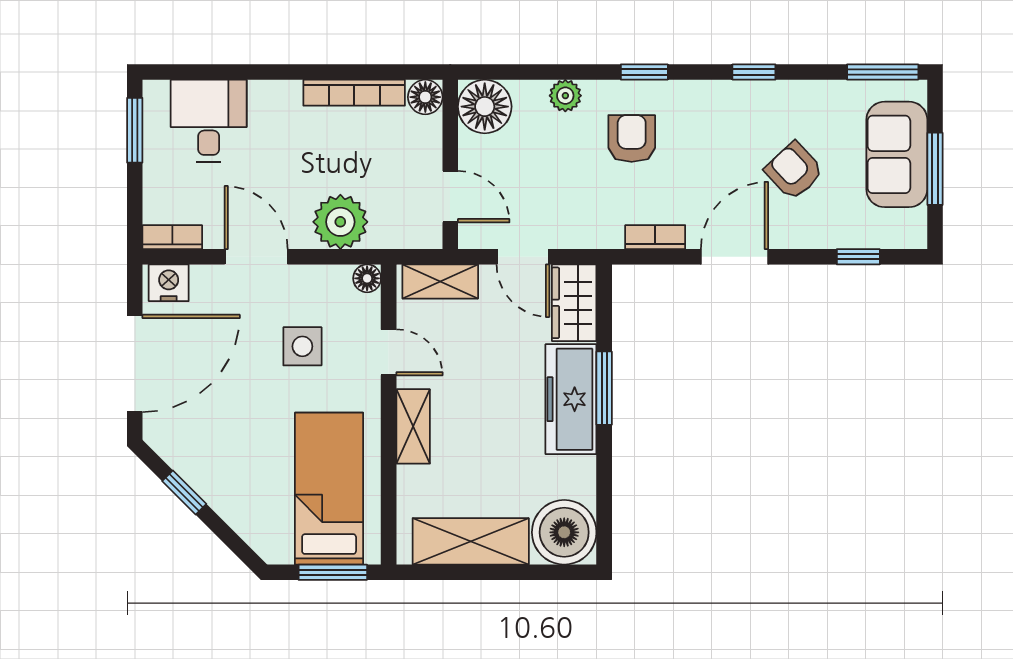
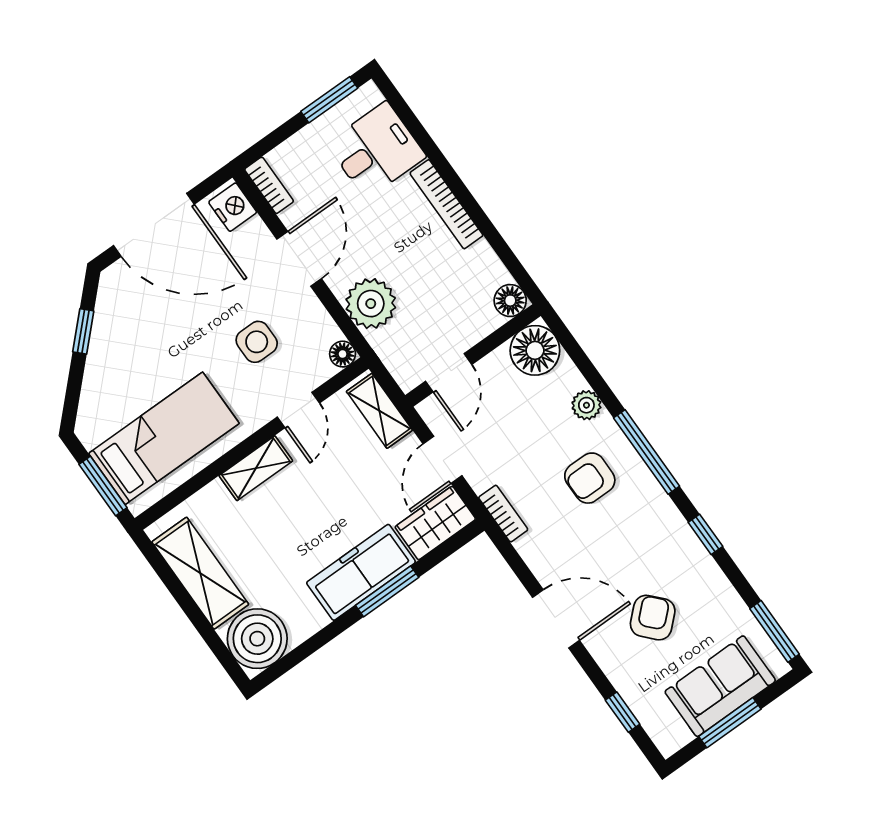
window: (644, 72) -> (647, 452), width x2.17
bookcase: (354, 93) -> (446, 204), moved
armchair: (632, 138) -> (590, 478), turned 180
bookcase: (655, 237) -> (503, 514), moved

